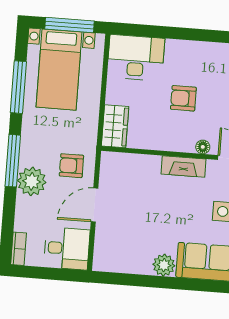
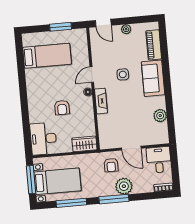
plant: (164, 265) -> (160, 116), moved

